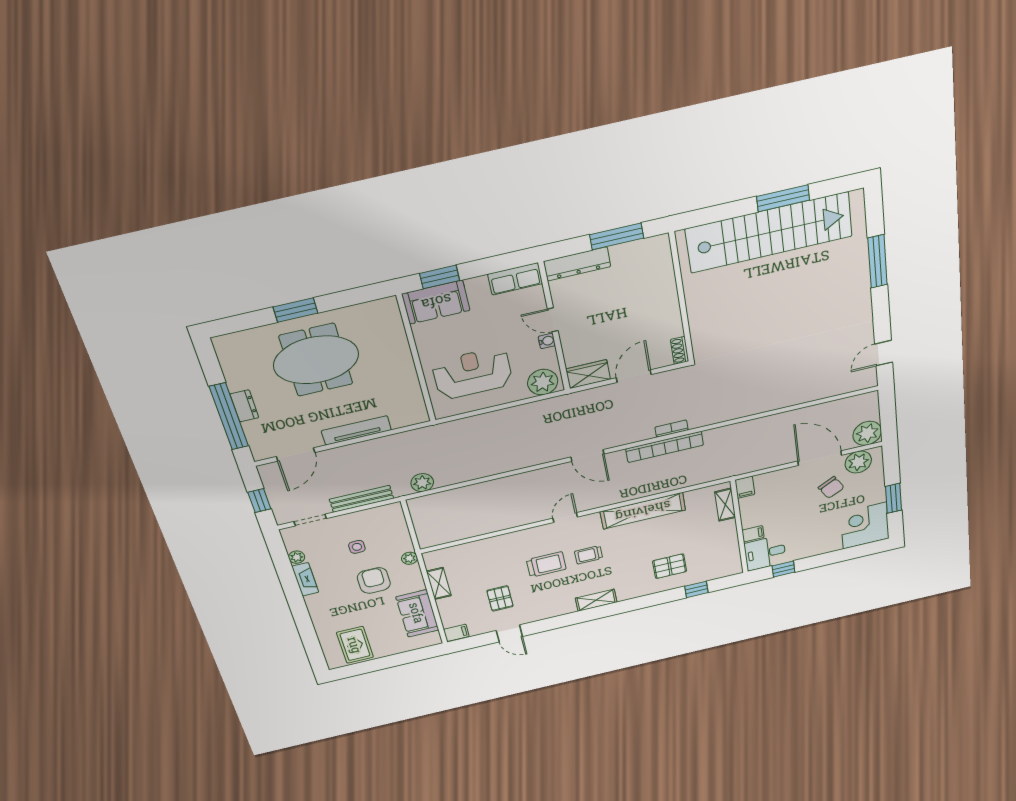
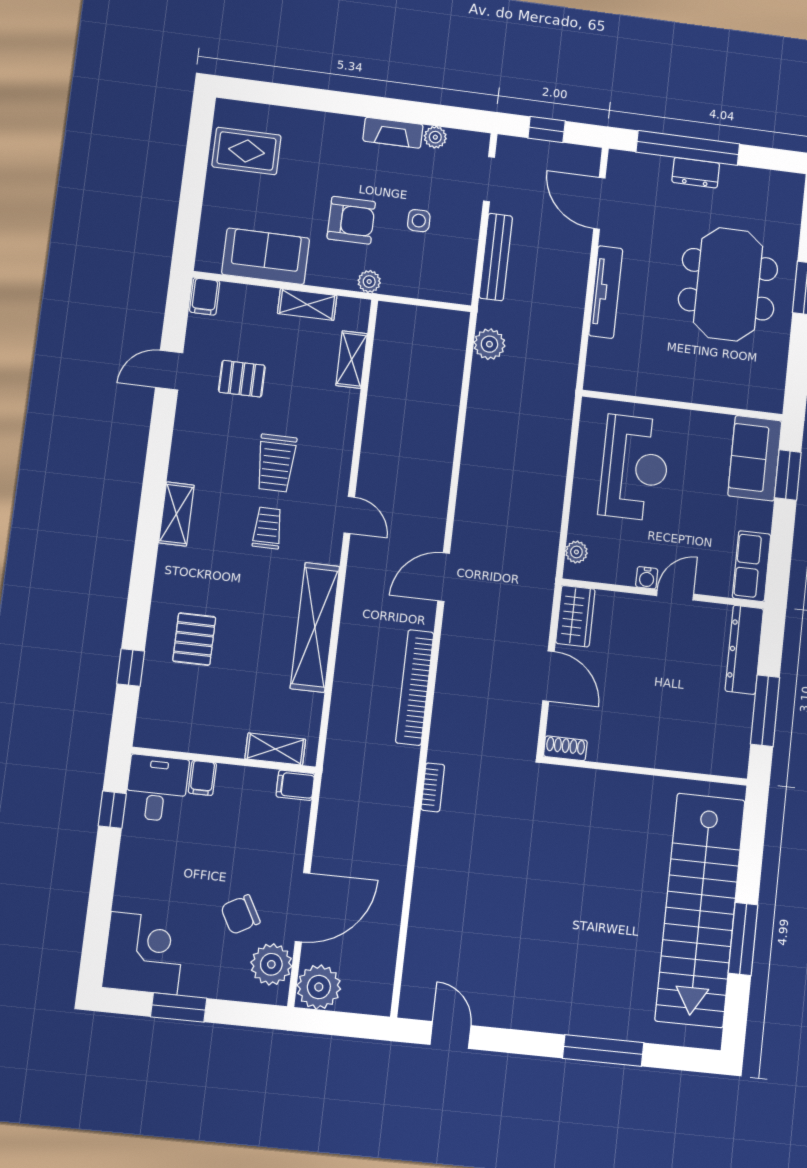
plant: (543, 382) -> (576, 552), width x0.53, depth x0.53
bookcase: (671, 429) -> (433, 787), moved
shelving: (464, 550) -> (352, 360), added

